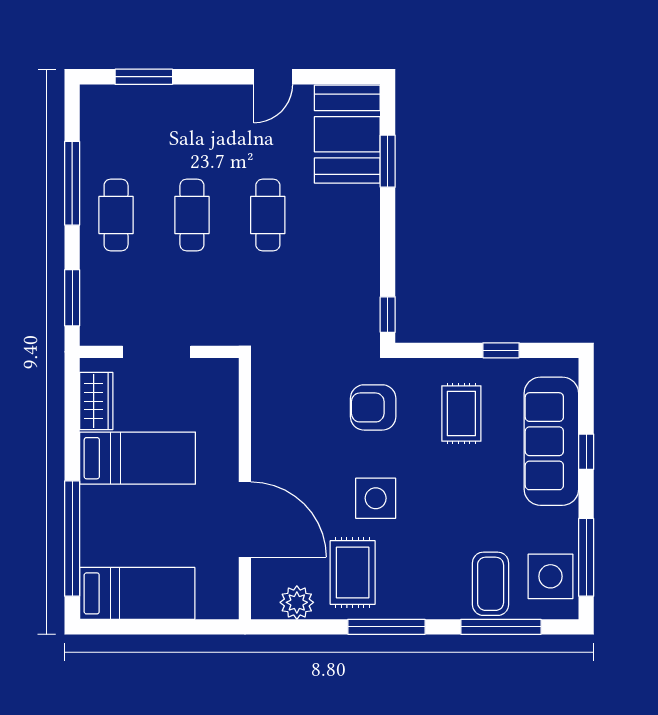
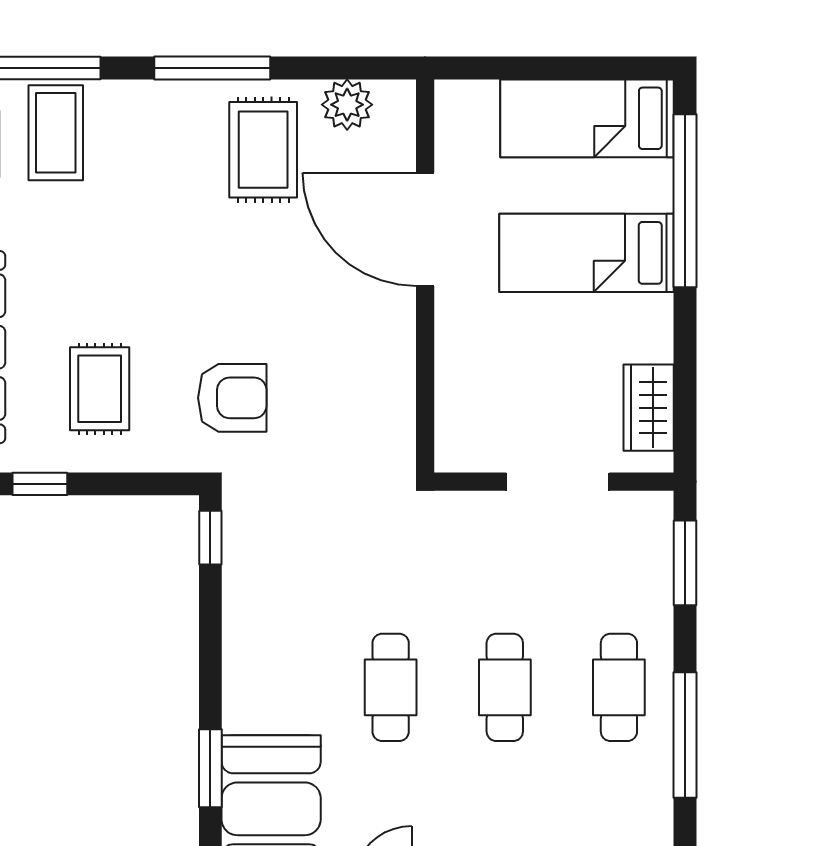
bed: (138, 458) -> (587, 253), moved
side table: (376, 498) -> (228, 261), removed

